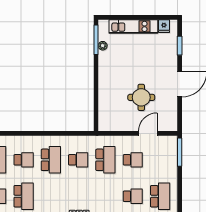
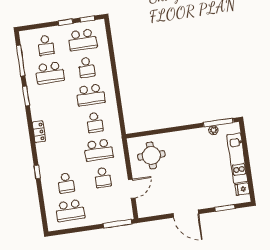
round table: (141, 97) -> (151, 155), moved
door: (148, 133) -> (132, 189), hinge flipped

